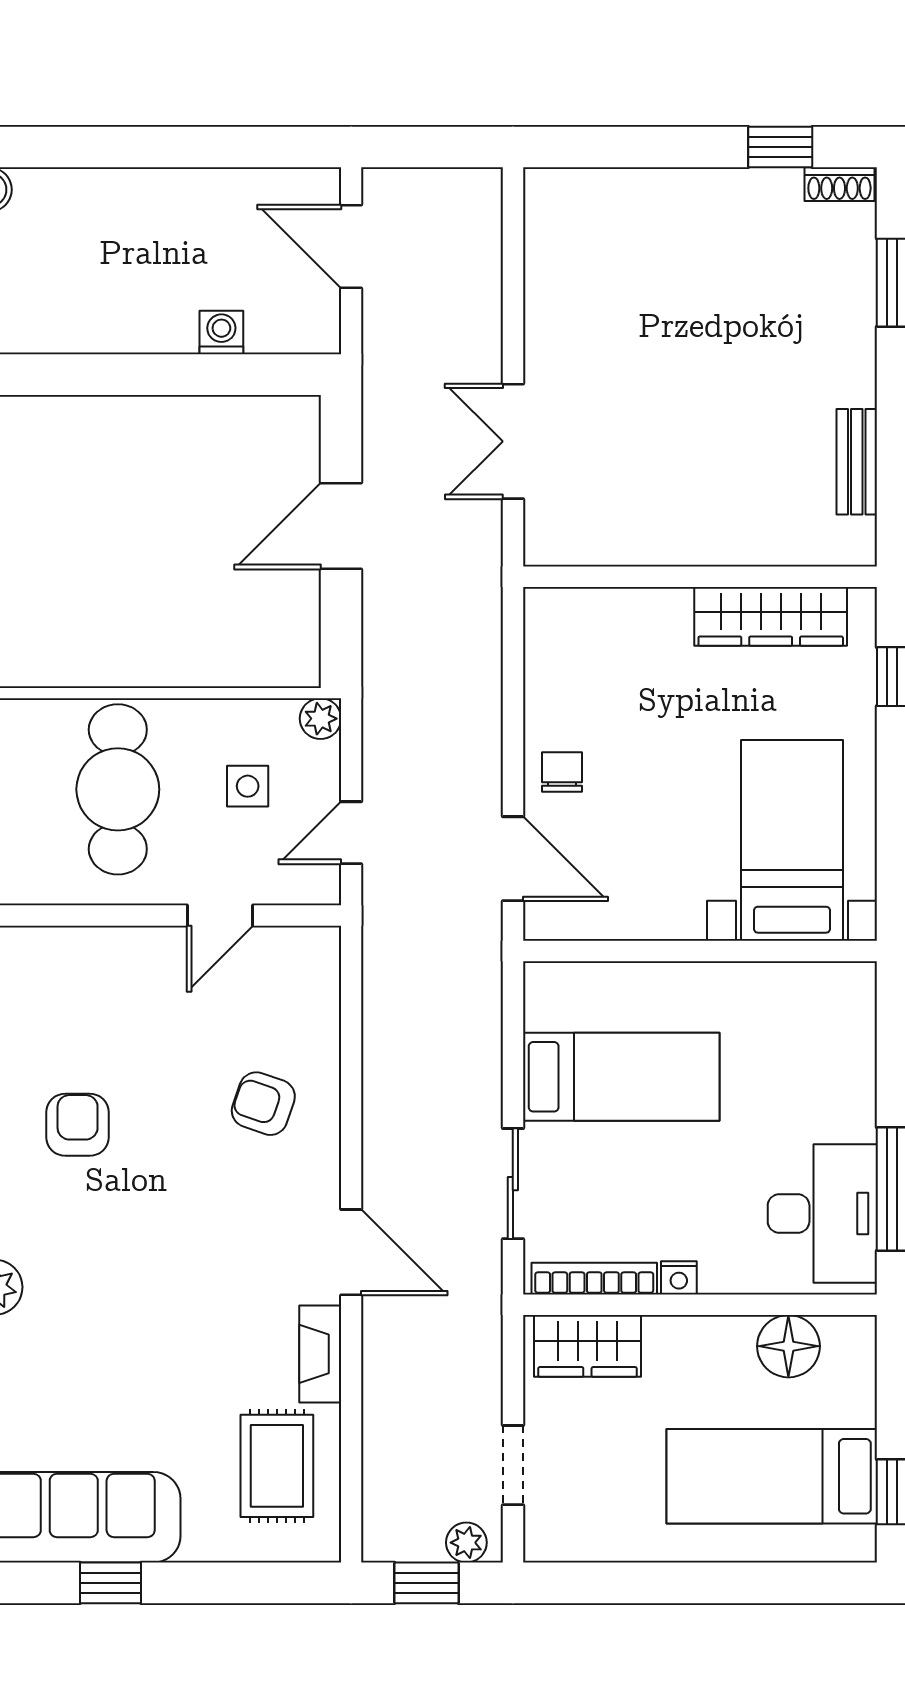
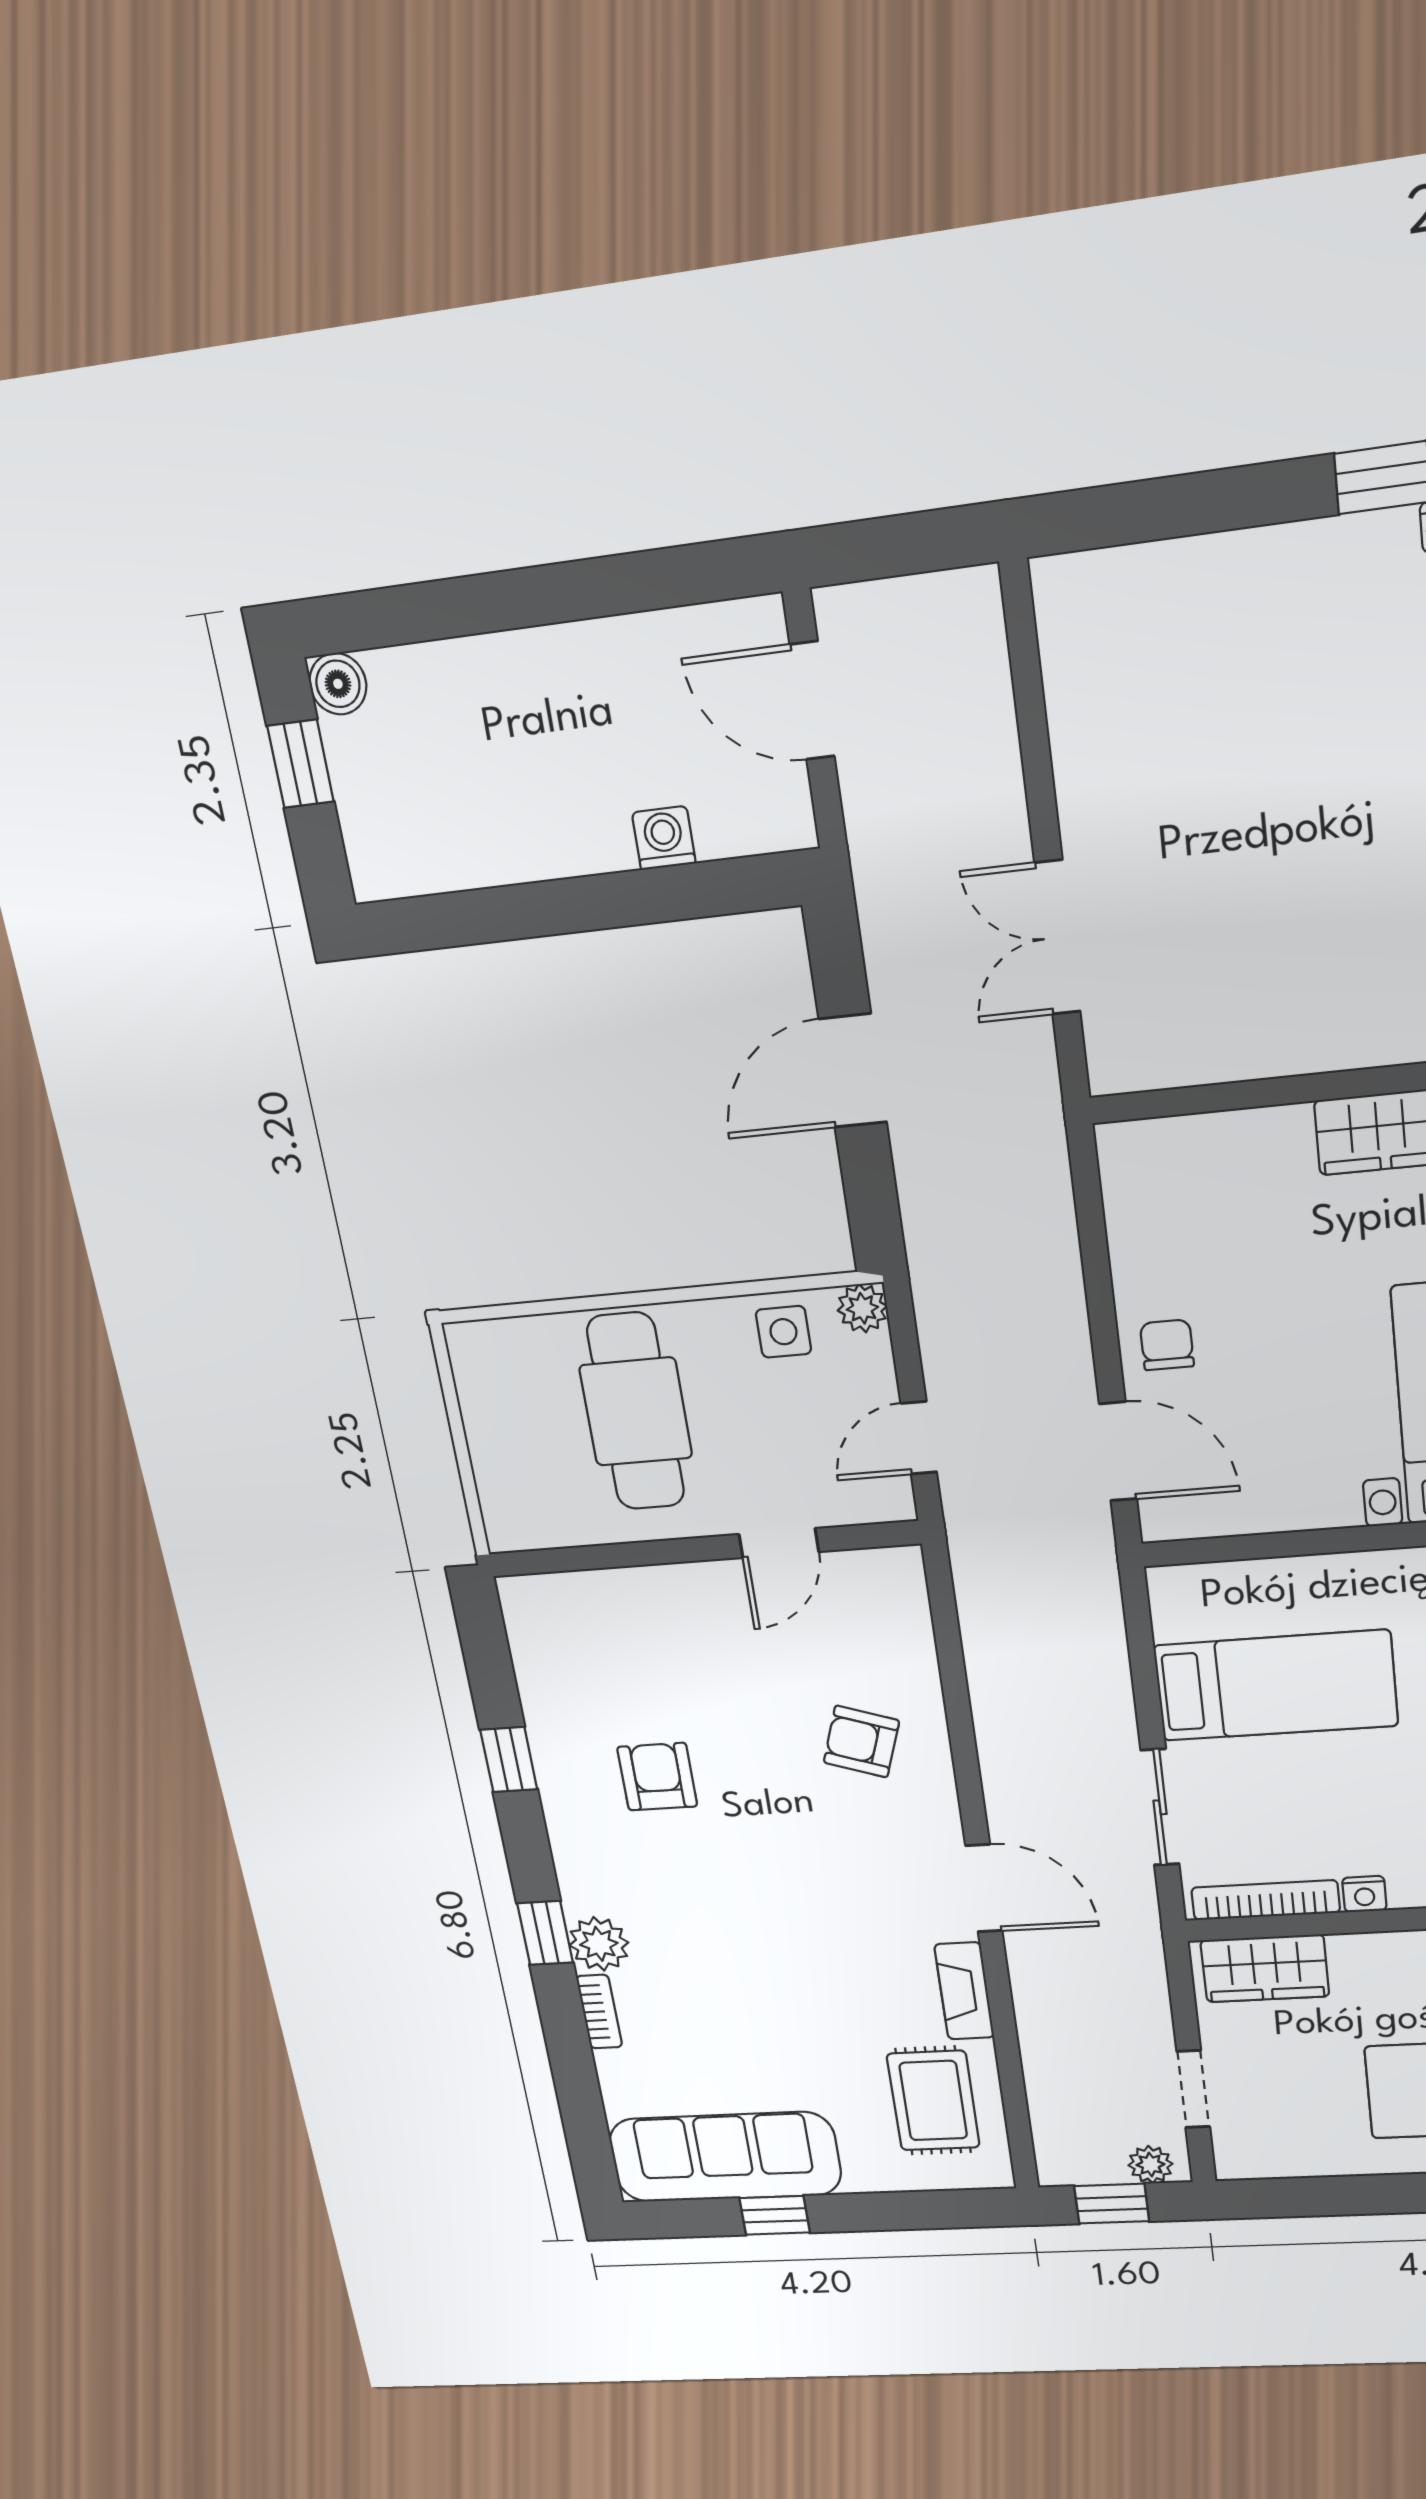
side table: (248, 786) -> (783, 1332), moved

